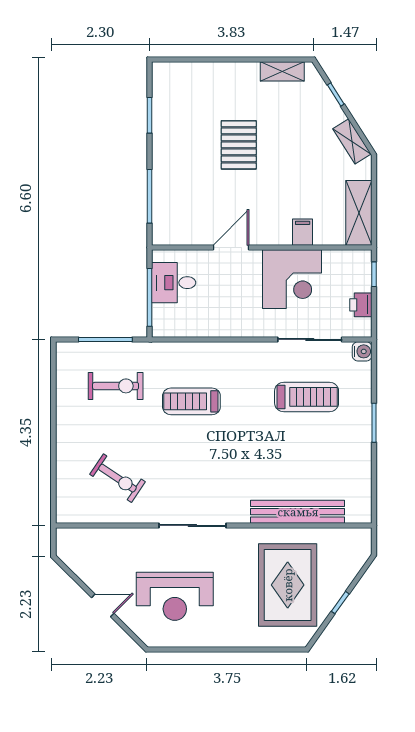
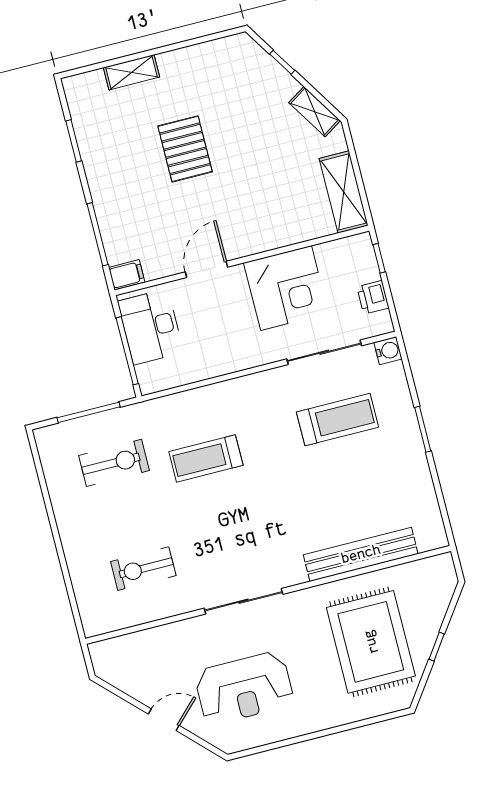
shelving: (282, 71) -> (132, 72), moved
filing cabinet: (303, 232) -> (127, 275), moved, turned 90
desk: (174, 283) -> (151, 327), width x1.37
exercise bike: (117, 478) -> (143, 569), turned 146

